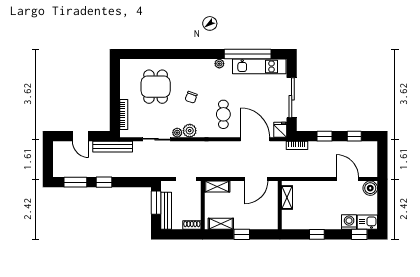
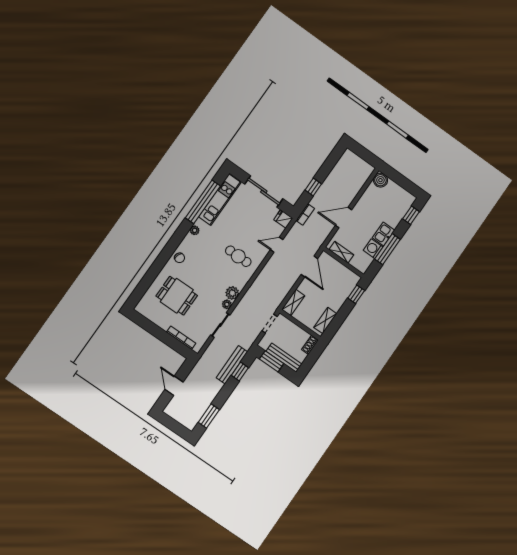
chair: (191, 97) -> (179, 258), moved
door: (80, 136) -> (174, 386), swing flipped
window: (354, 136) -> (330, 163), removed
door: (255, 139) -> (277, 245), width x0.53
bench: (113, 147) -> (232, 365), moved
door: (347, 179) -> (343, 218), moved
window: (104, 182) -> (240, 371), moved
washing machine: (349, 222) -> (373, 249), moved
kitchen sink: (367, 222) -> (383, 234), moved
window: (242, 234) -> (356, 294), moved
window: (317, 234) -> (387, 249), width x2.17

